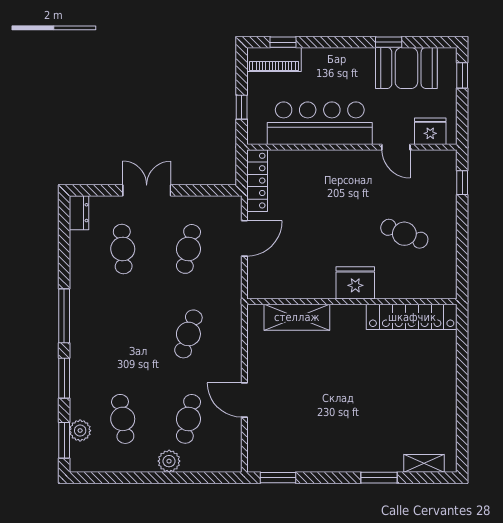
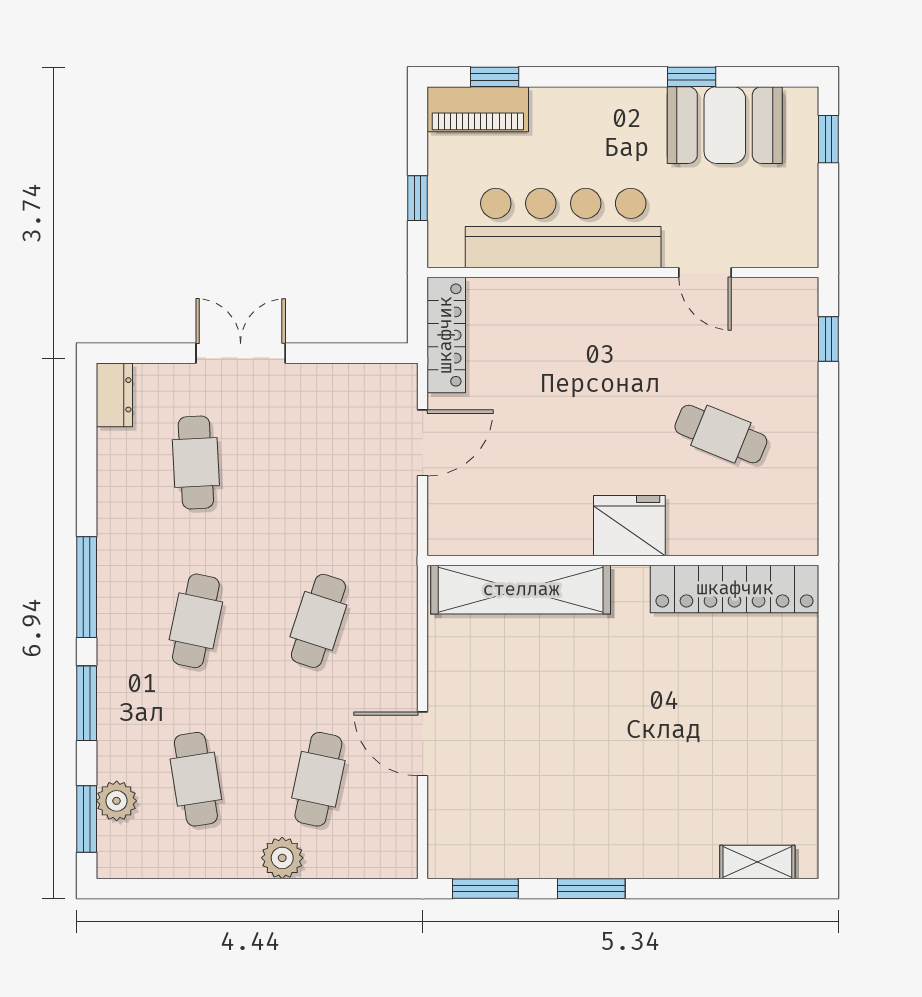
fridge: (430, 131) -> (769, 243), removed
cafe table: (188, 249) -> (196, 621), moved
shelving: (297, 317) -> (521, 590), width x1.47
window: (379, 478) -> (591, 889), moved

